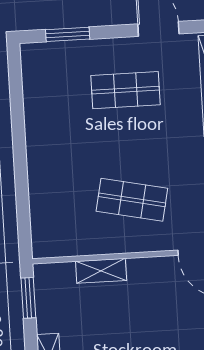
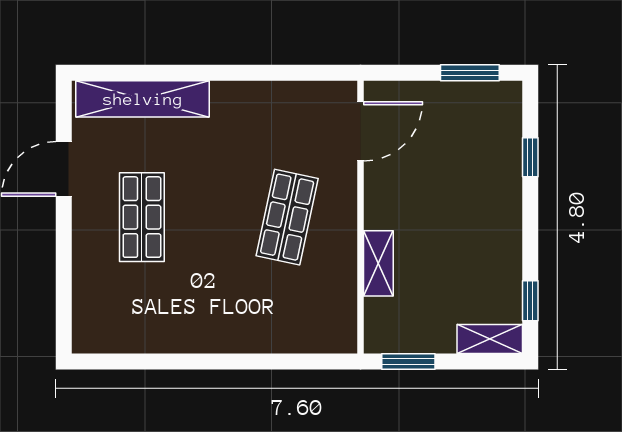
window: (68, 34) -> (64, 289), removed

